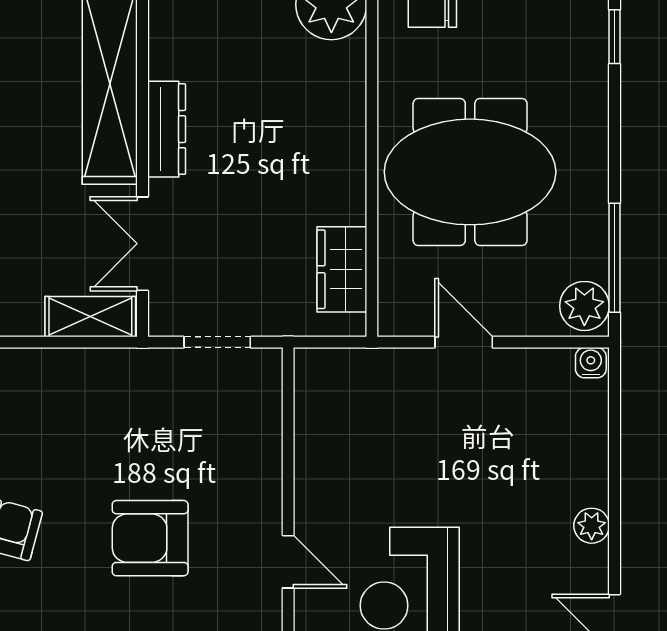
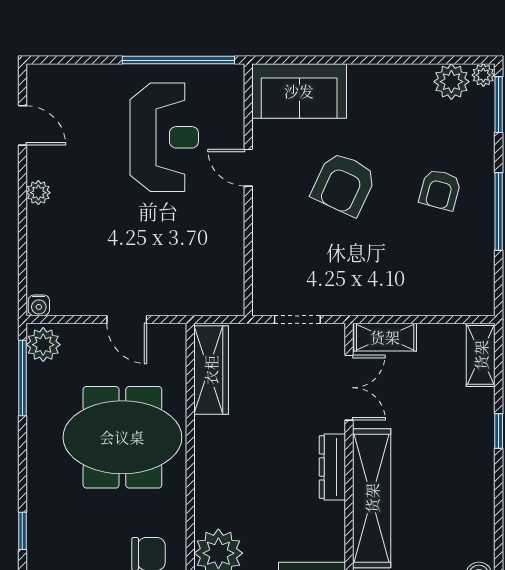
wardrobe: (342, 269) -> (211, 370), width x1.50
armchair: (150, 538) -> (344, 184), turned 115

